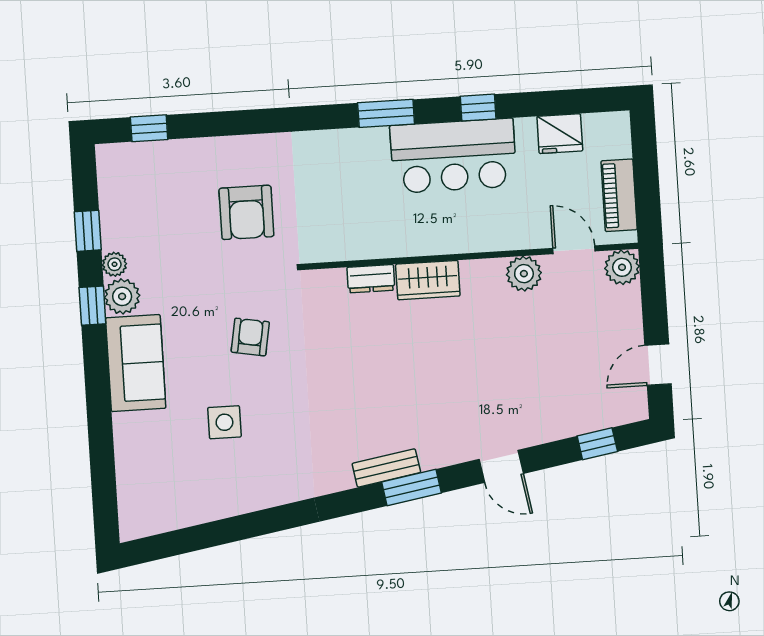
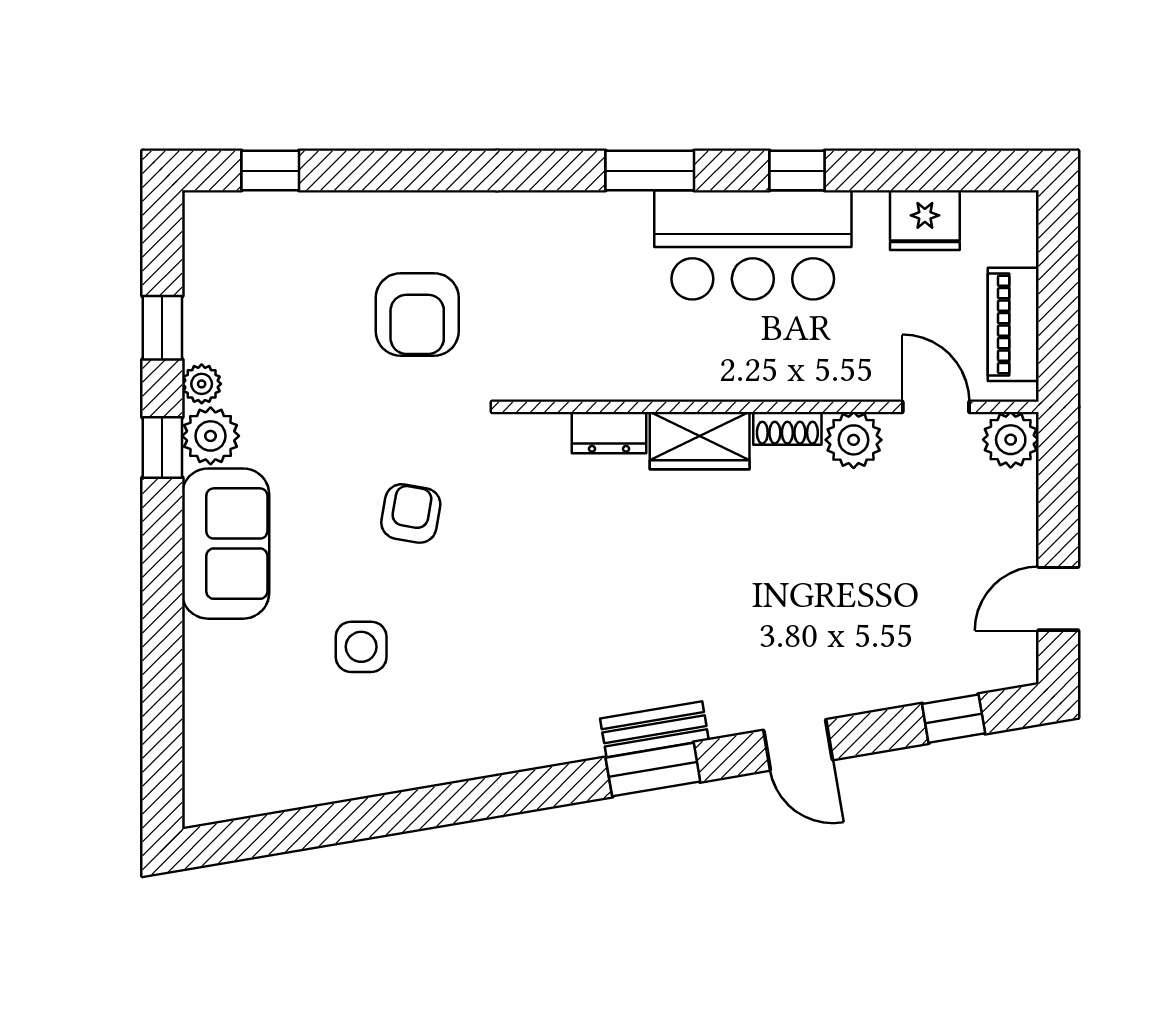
shoe rack: (482, 269) -> (787, 428), added
bench: (386, 468) -> (654, 729), moved

